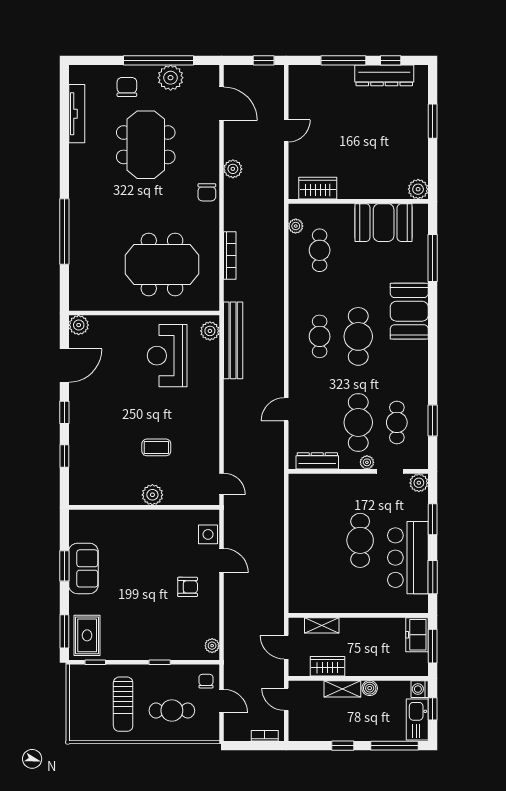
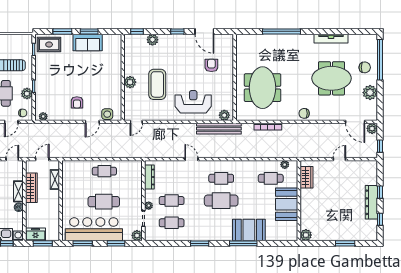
window: (159, 60) -> (380, 60), moved
window: (343, 60) -> (380, 192), width x0.46
dresser: (384, 75) -> (371, 202), moved
door: (221, 104) -> (355, 122), hinge flipped
tv unit: (77, 114) -> (331, 39), moved
door: (286, 131) -> (339, 159), swing flipped
plant: (233, 169) -> (372, 128), moved
booth: (384, 223) -> (287, 204), moved
window: (433, 258) -> (243, 243), moved
booth: (409, 311) -> (249, 230), moved
plant: (79, 325) -> (152, 40), moved
armchair: (123, 353) -> (211, 65), added
reception desk: (167, 356) -> (193, 102), moved
door: (286, 409) -> (191, 159), moved
window: (433, 420) -> (200, 243), moved
cafe table: (358, 422) -> (172, 201), width x0.73, depth x0.74
coffee table: (156, 447) -> (157, 84), width x1.86, depth x1.72
window: (64, 456) -> (137, 31), moved
cafe table: (307, 539) -> (104, 171), added
bar counter: (408, 558) -> (94, 229), width x1.36
window: (64, 631) -> (62, 31), moved
freezer: (417, 635) -> (35, 234), moved
wardrobe: (327, 666) -> (31, 188), width x1.50
plant: (172, 674) -> (27, 94), added

